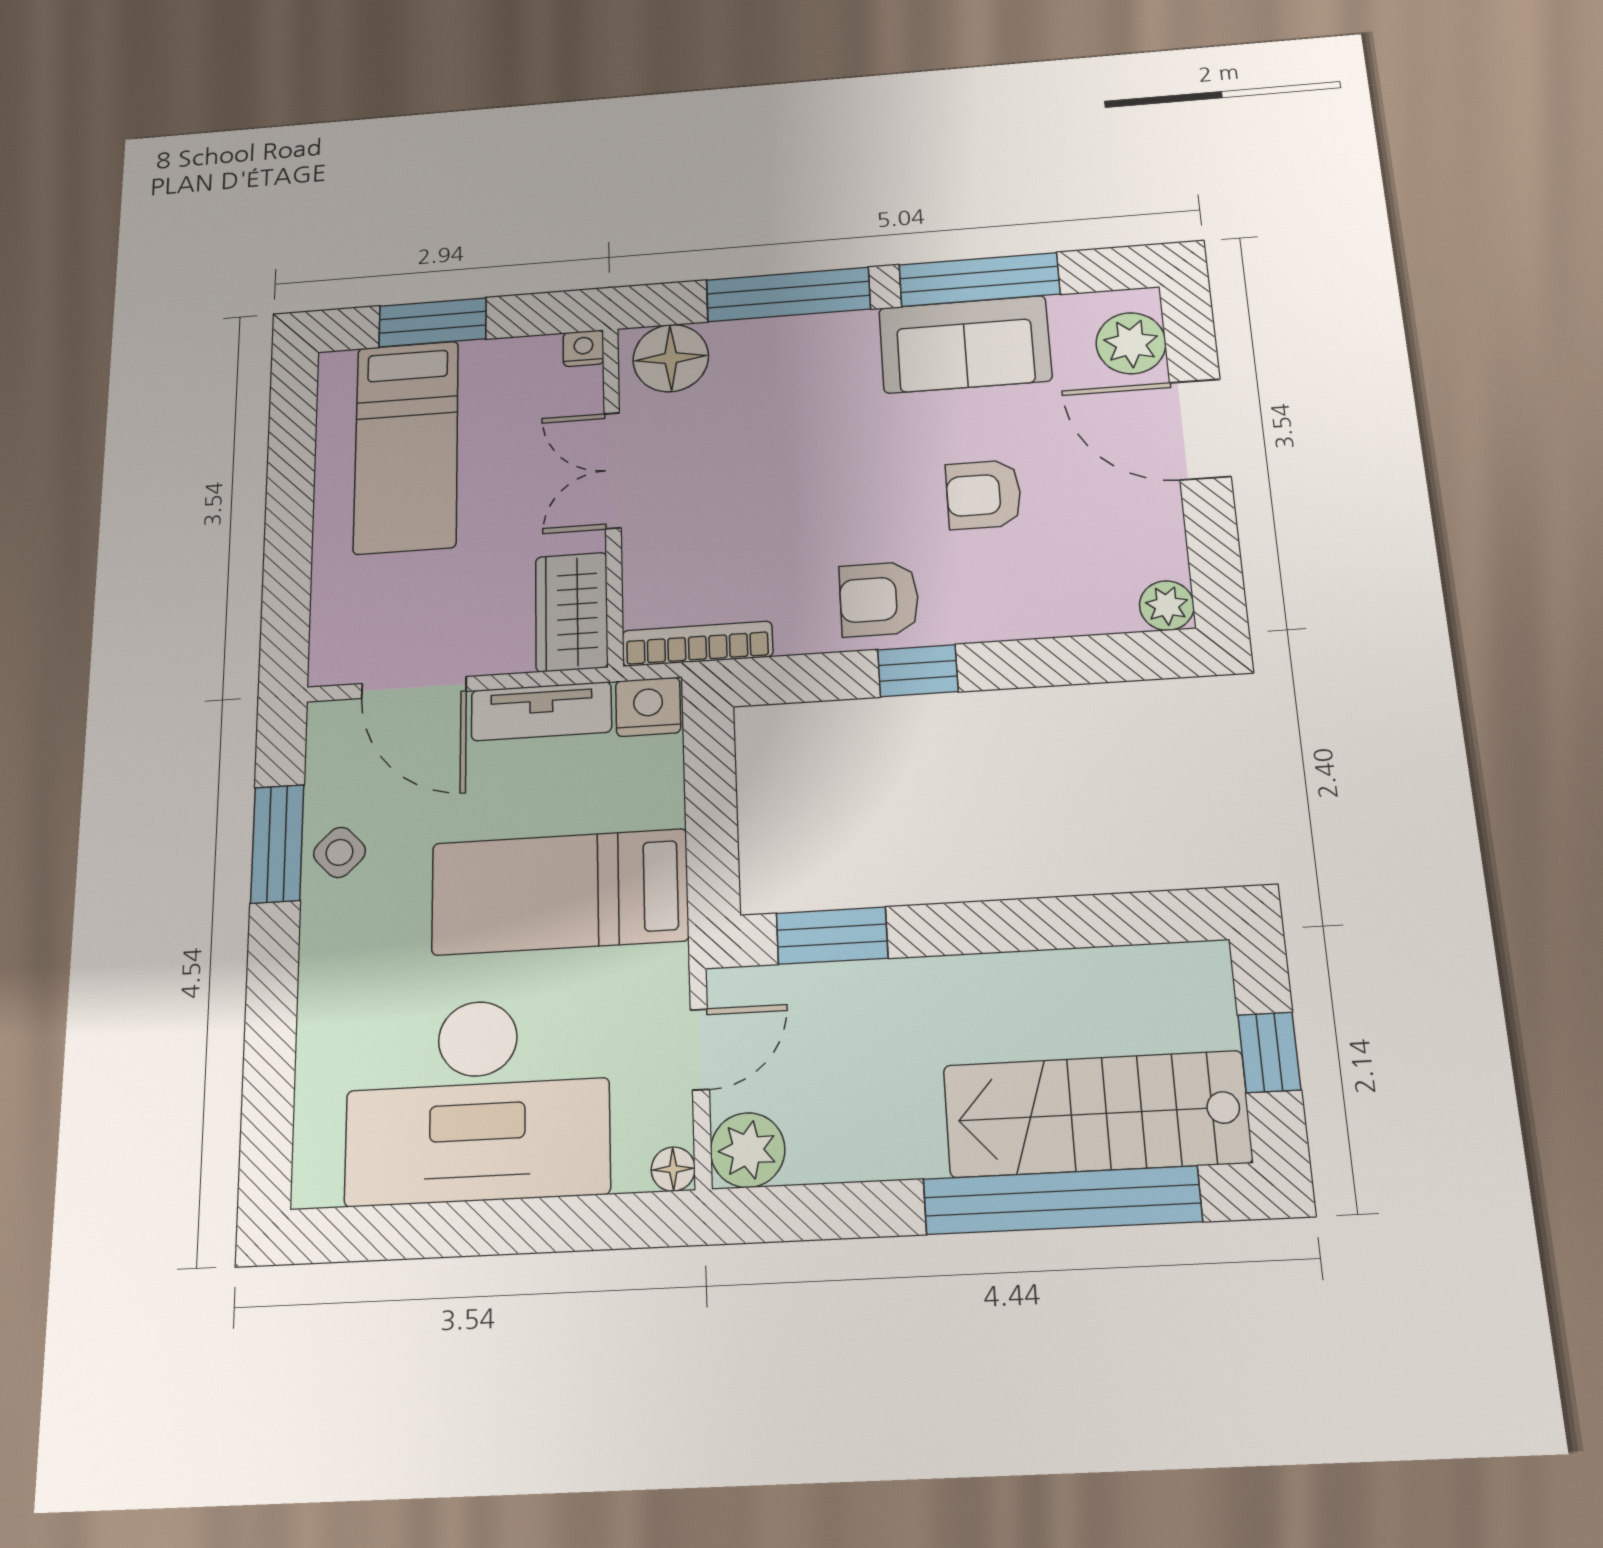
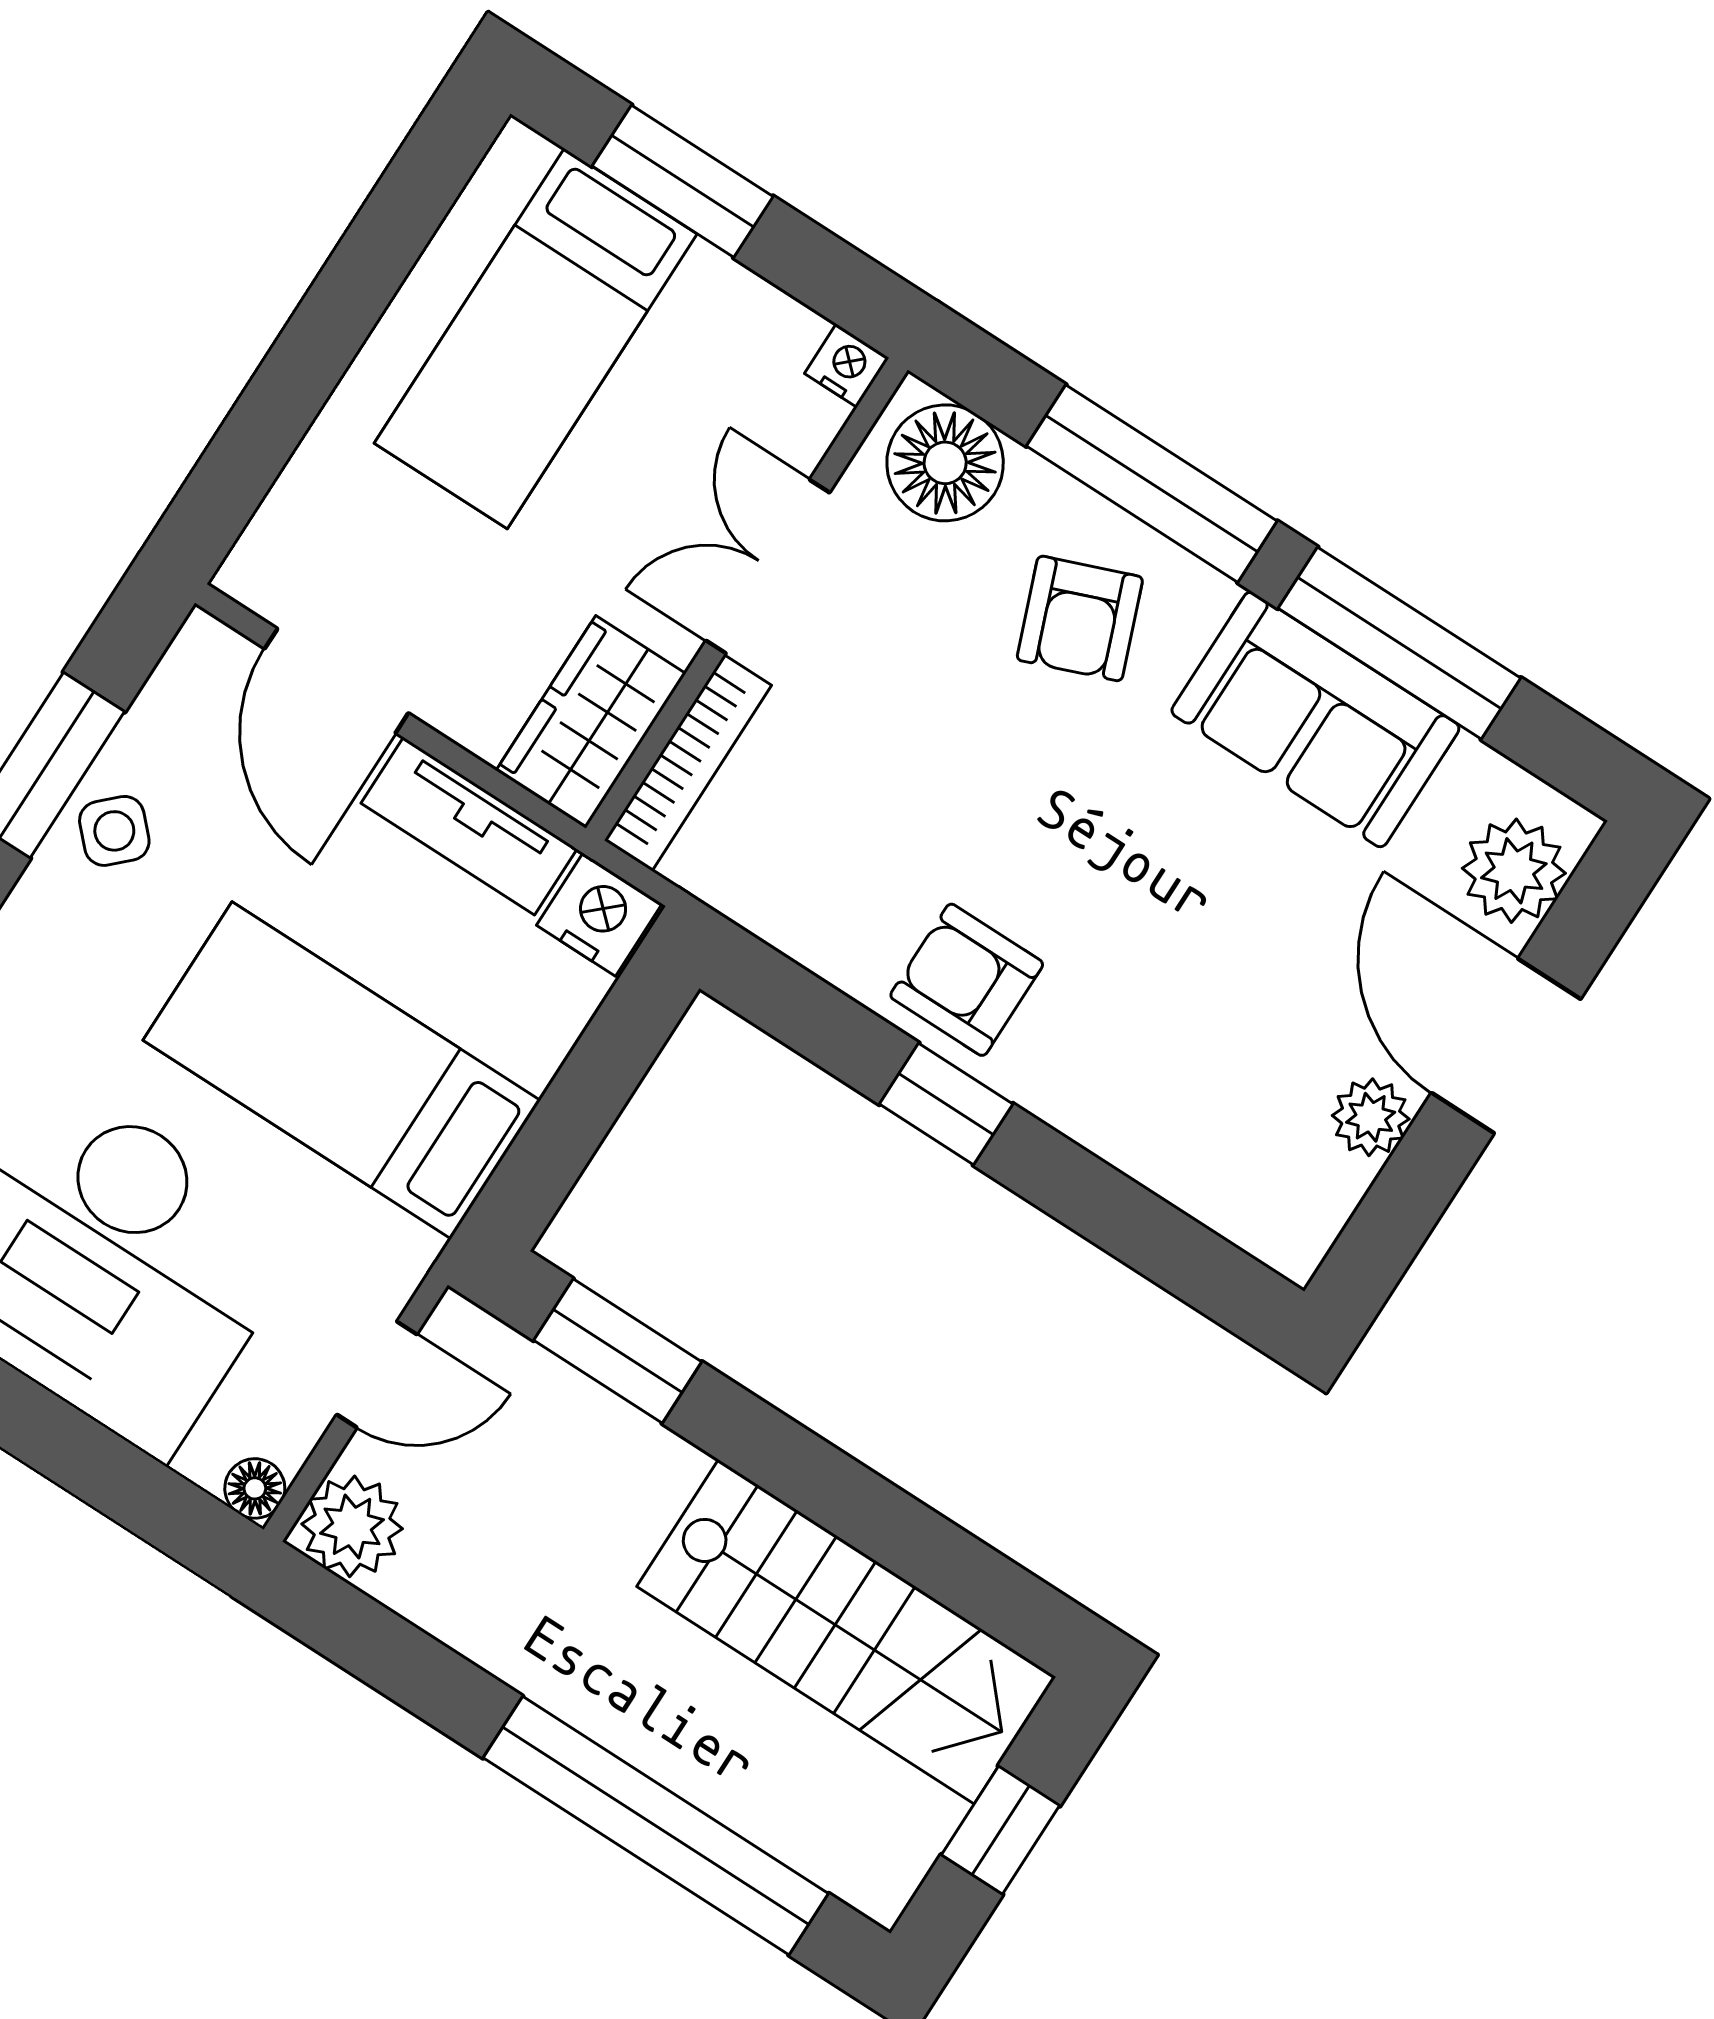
armchair: (984, 495) -> (1080, 618), moved, turned -111
plant: (1167, 606) -> (1371, 1117), moved
bookcase: (697, 644) -> (688, 763), moved, turned 90
stairs: (1097, 1114) -> (846, 1632), moved, turned 180

